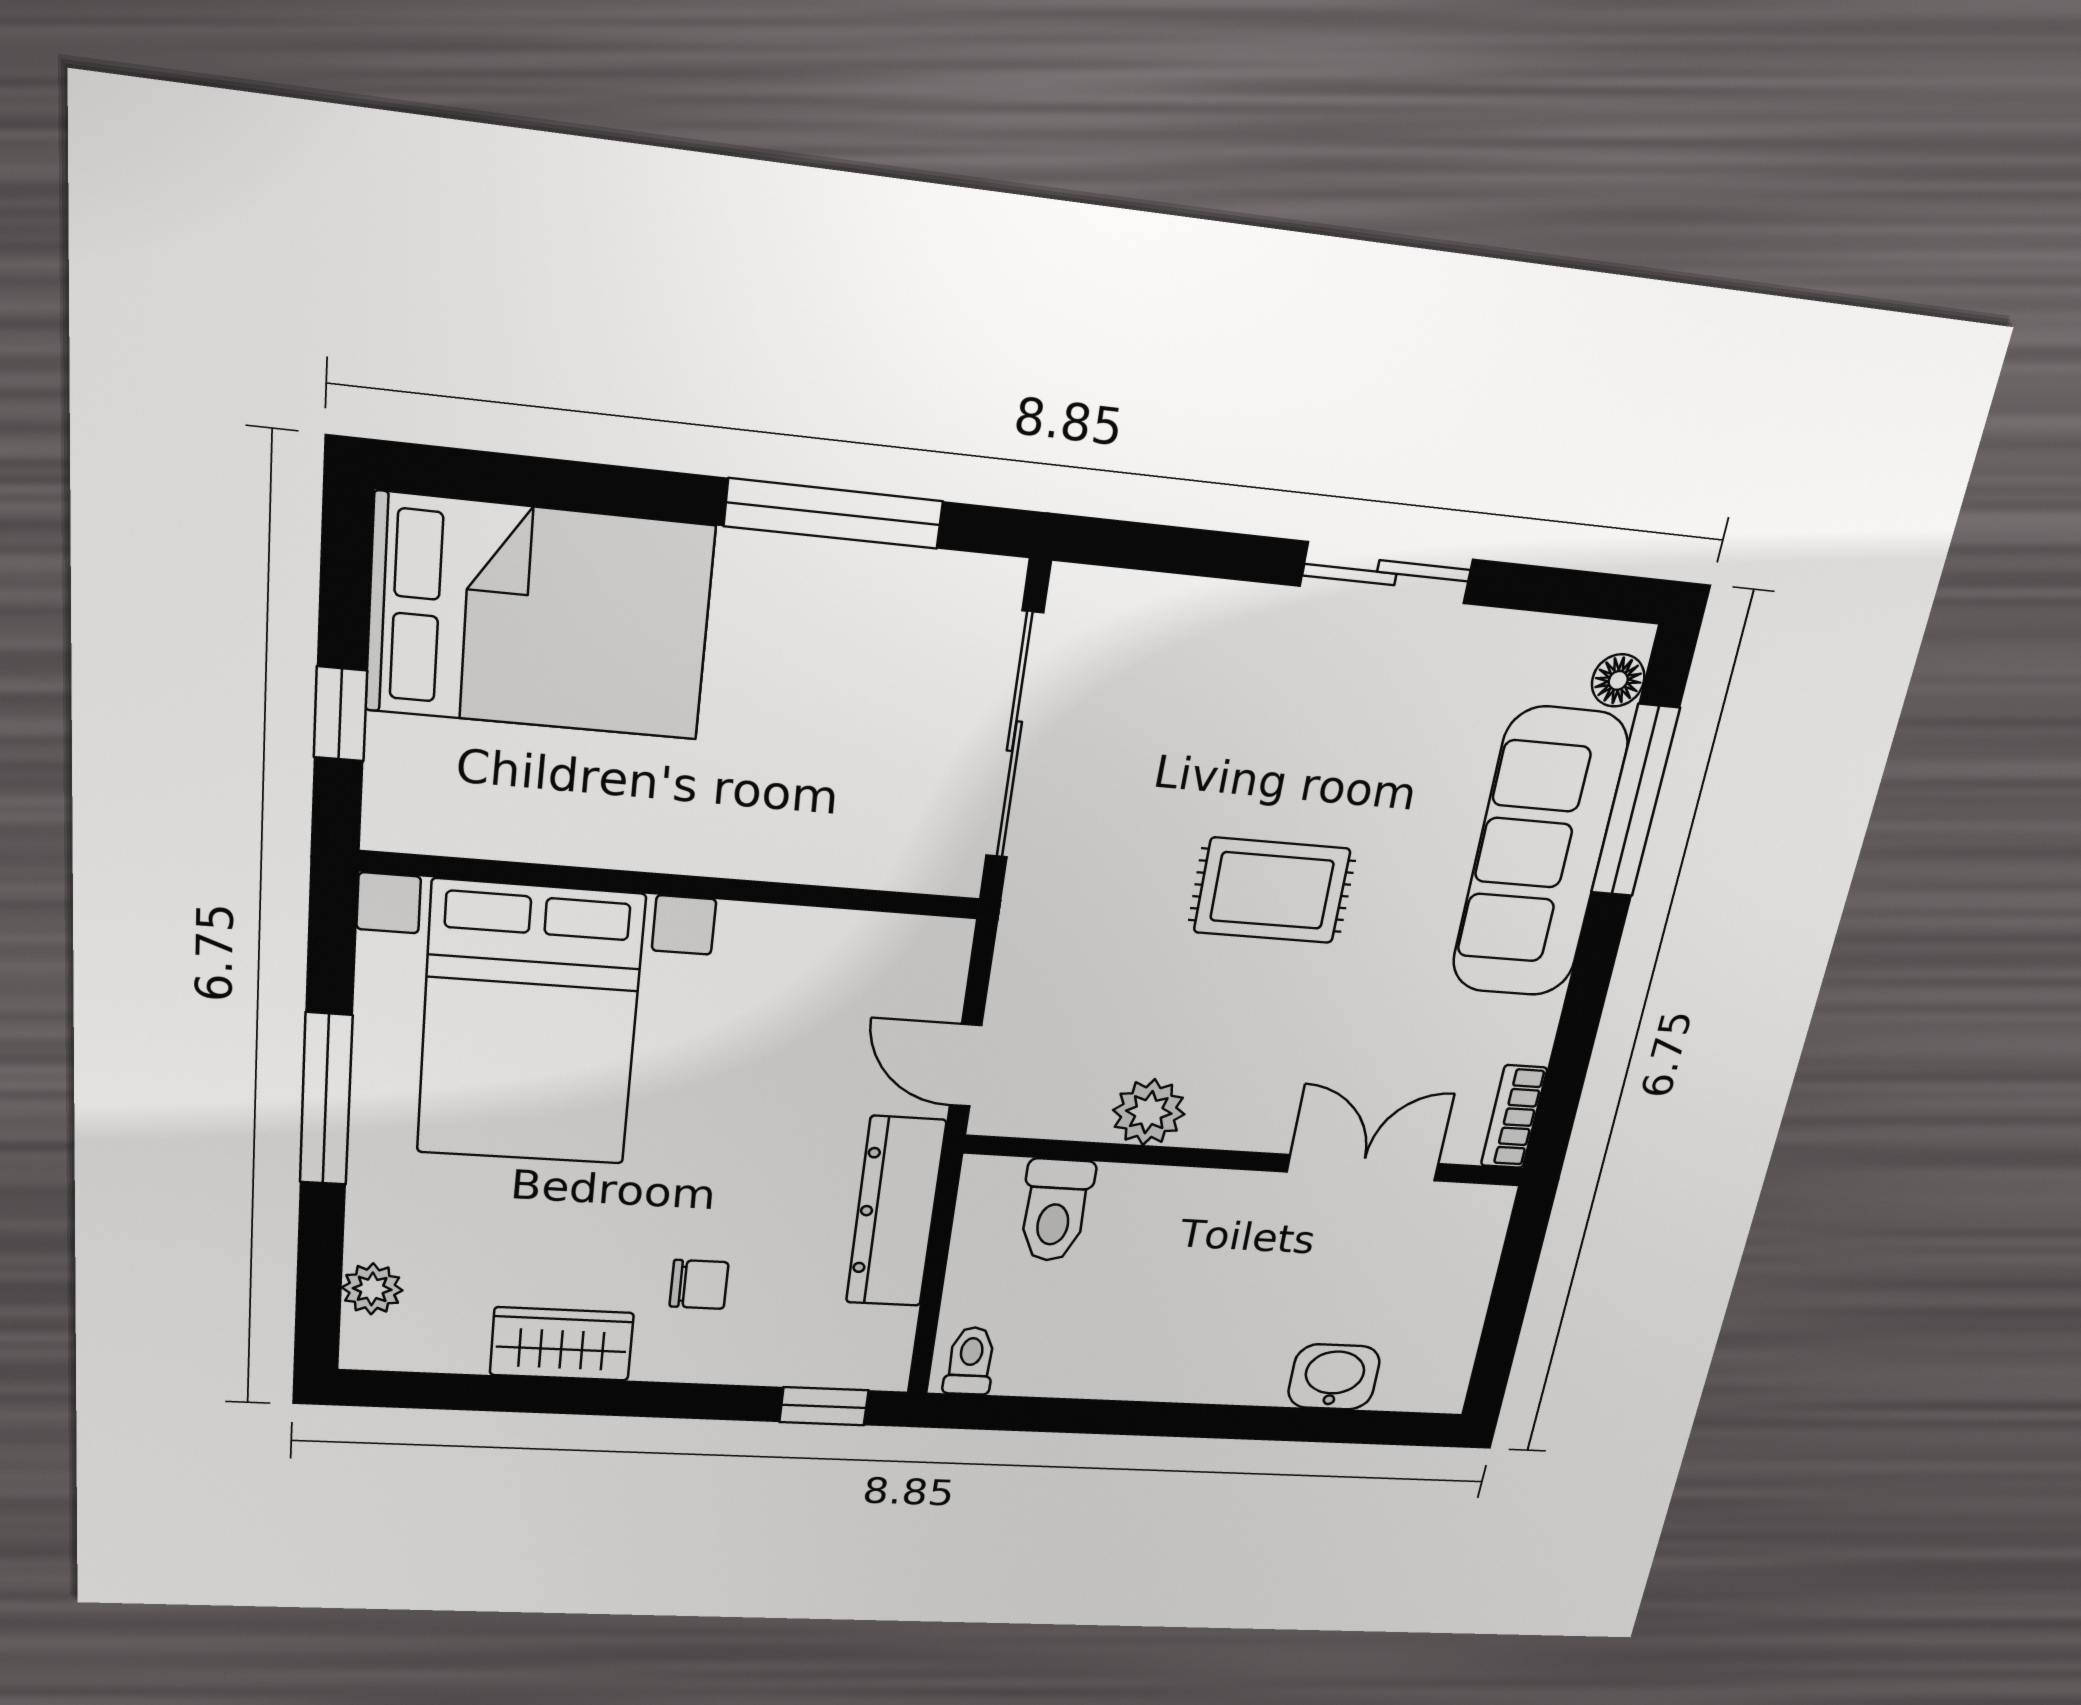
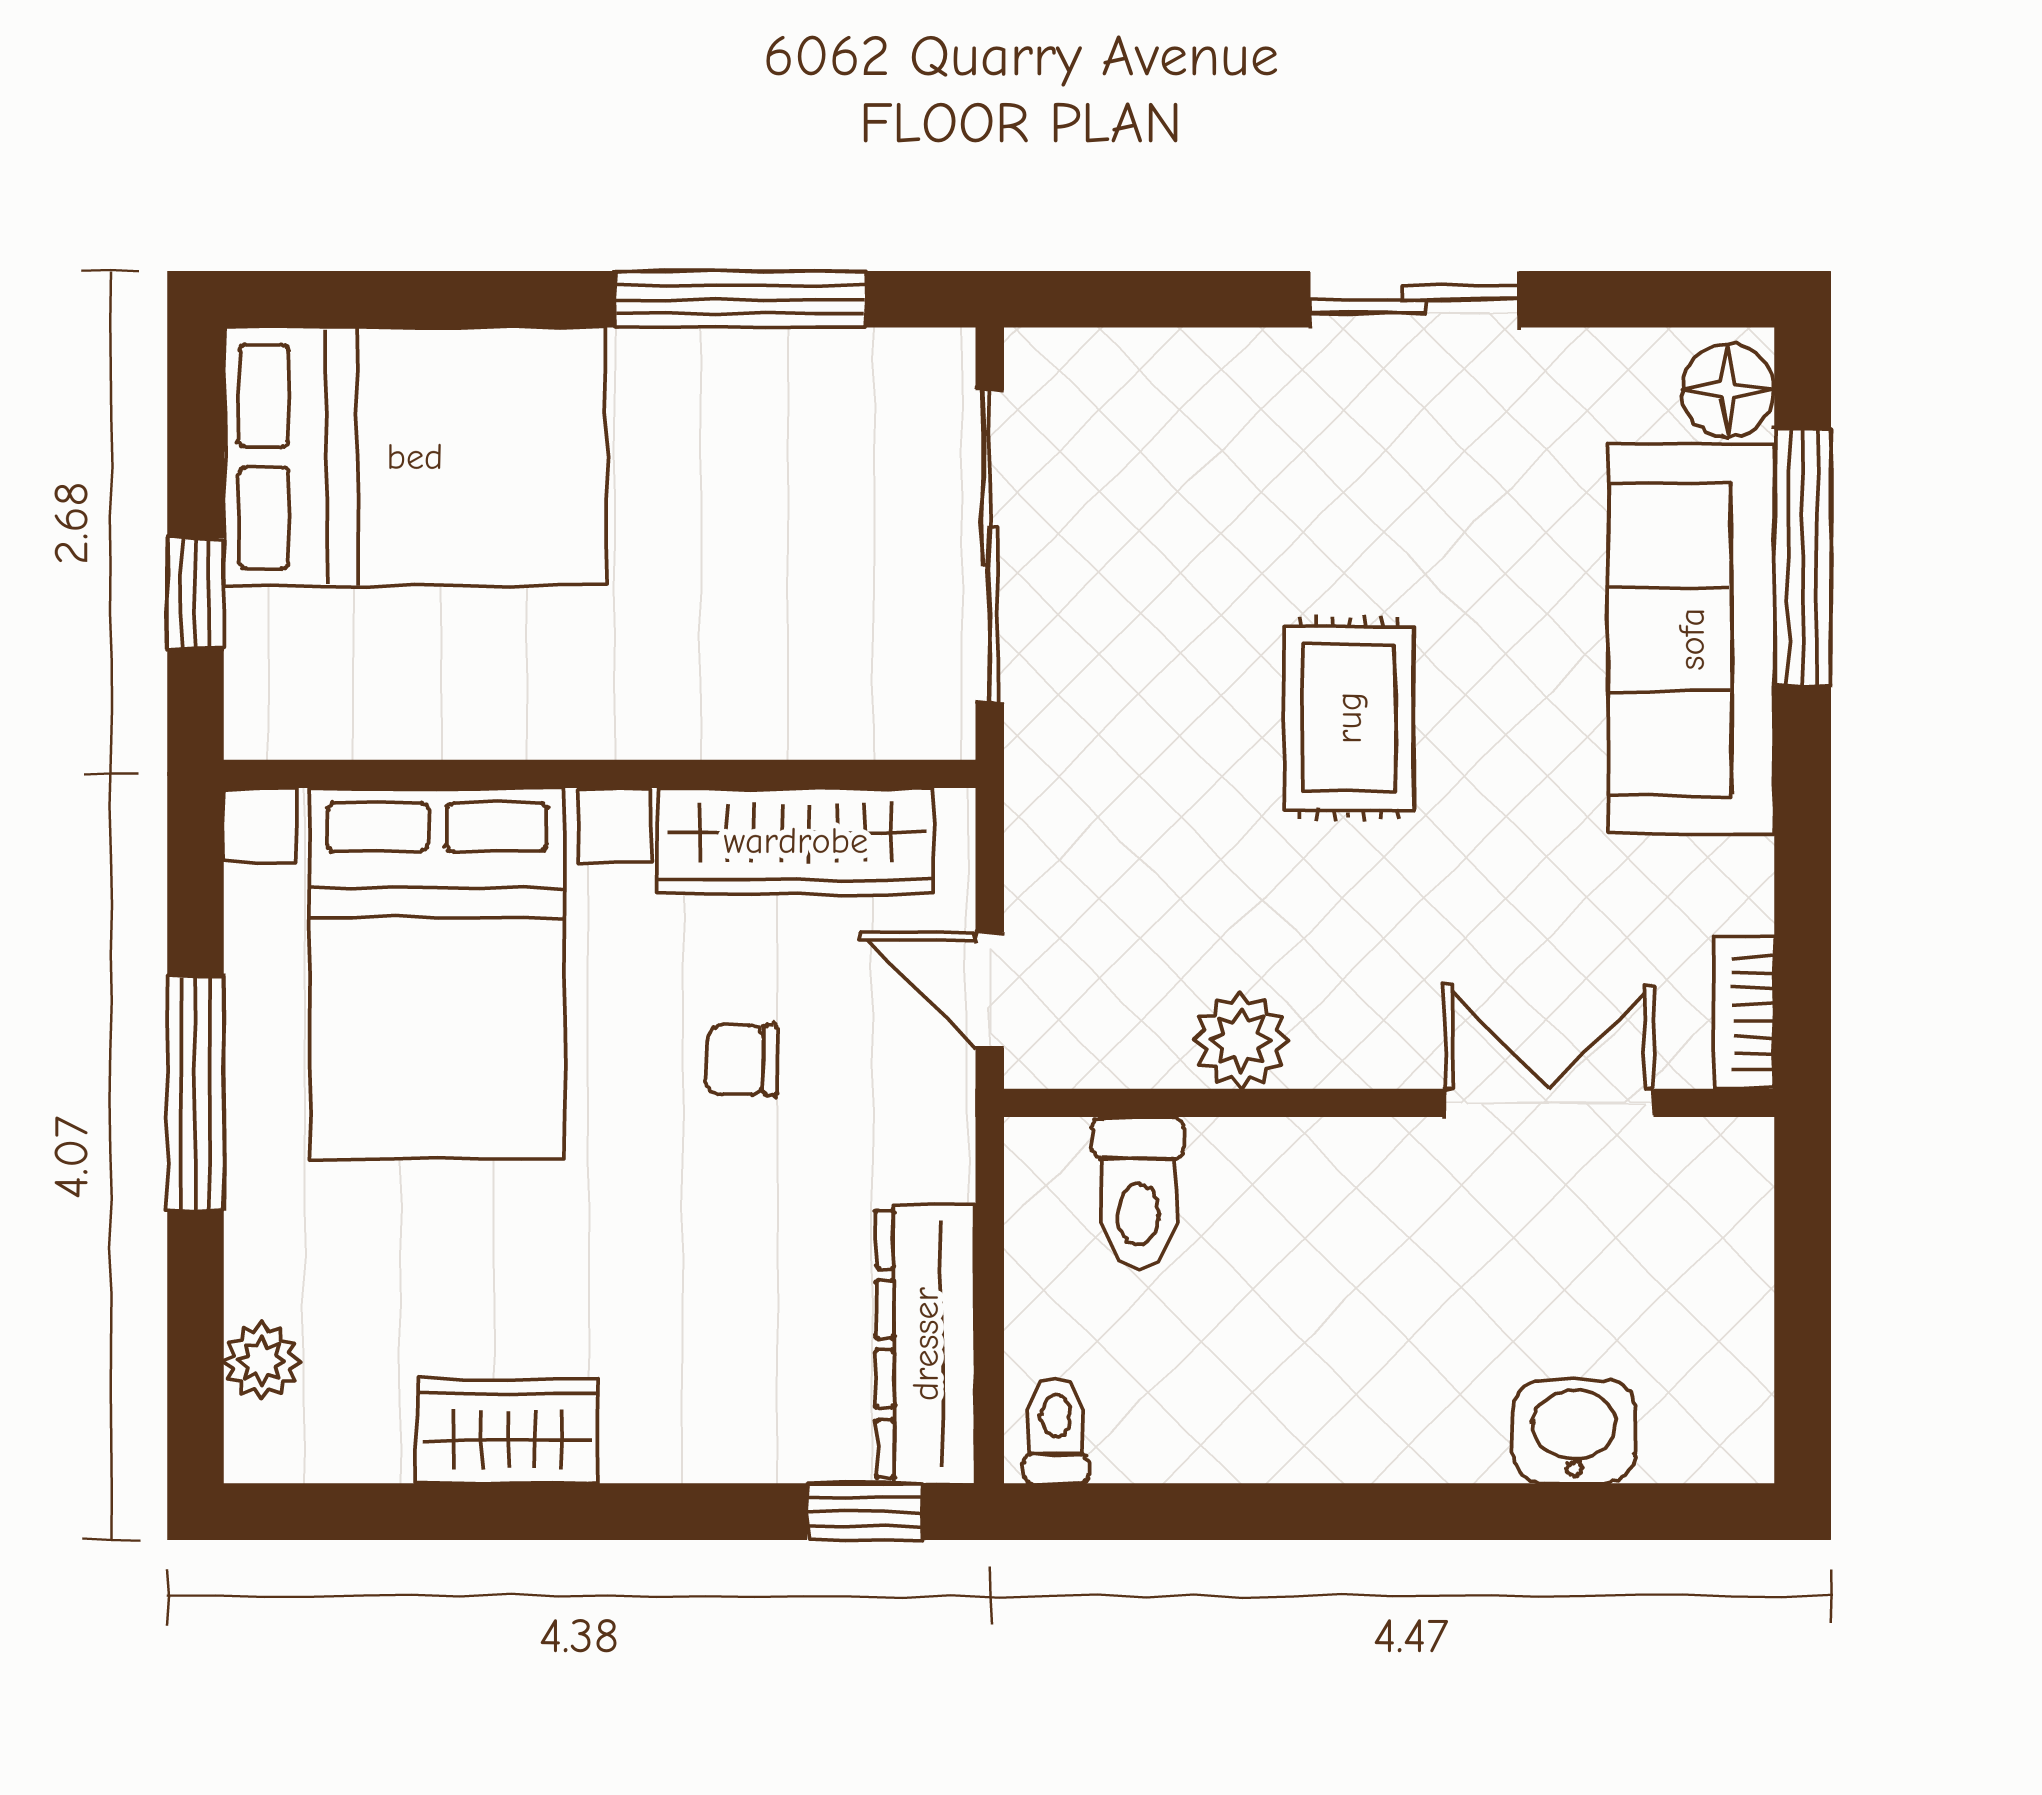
floor lamp: (1618, 680) -> (1728, 390), width x1.37, depth x1.37
rug: (1272, 891) -> (1349, 718), turned 90
wardrobe: (829, 948) -> (796, 841), added
dresser: (896, 1212) -> (926, 1344), moved
chair: (699, 1284) -> (742, 1060), moved, turned 180

